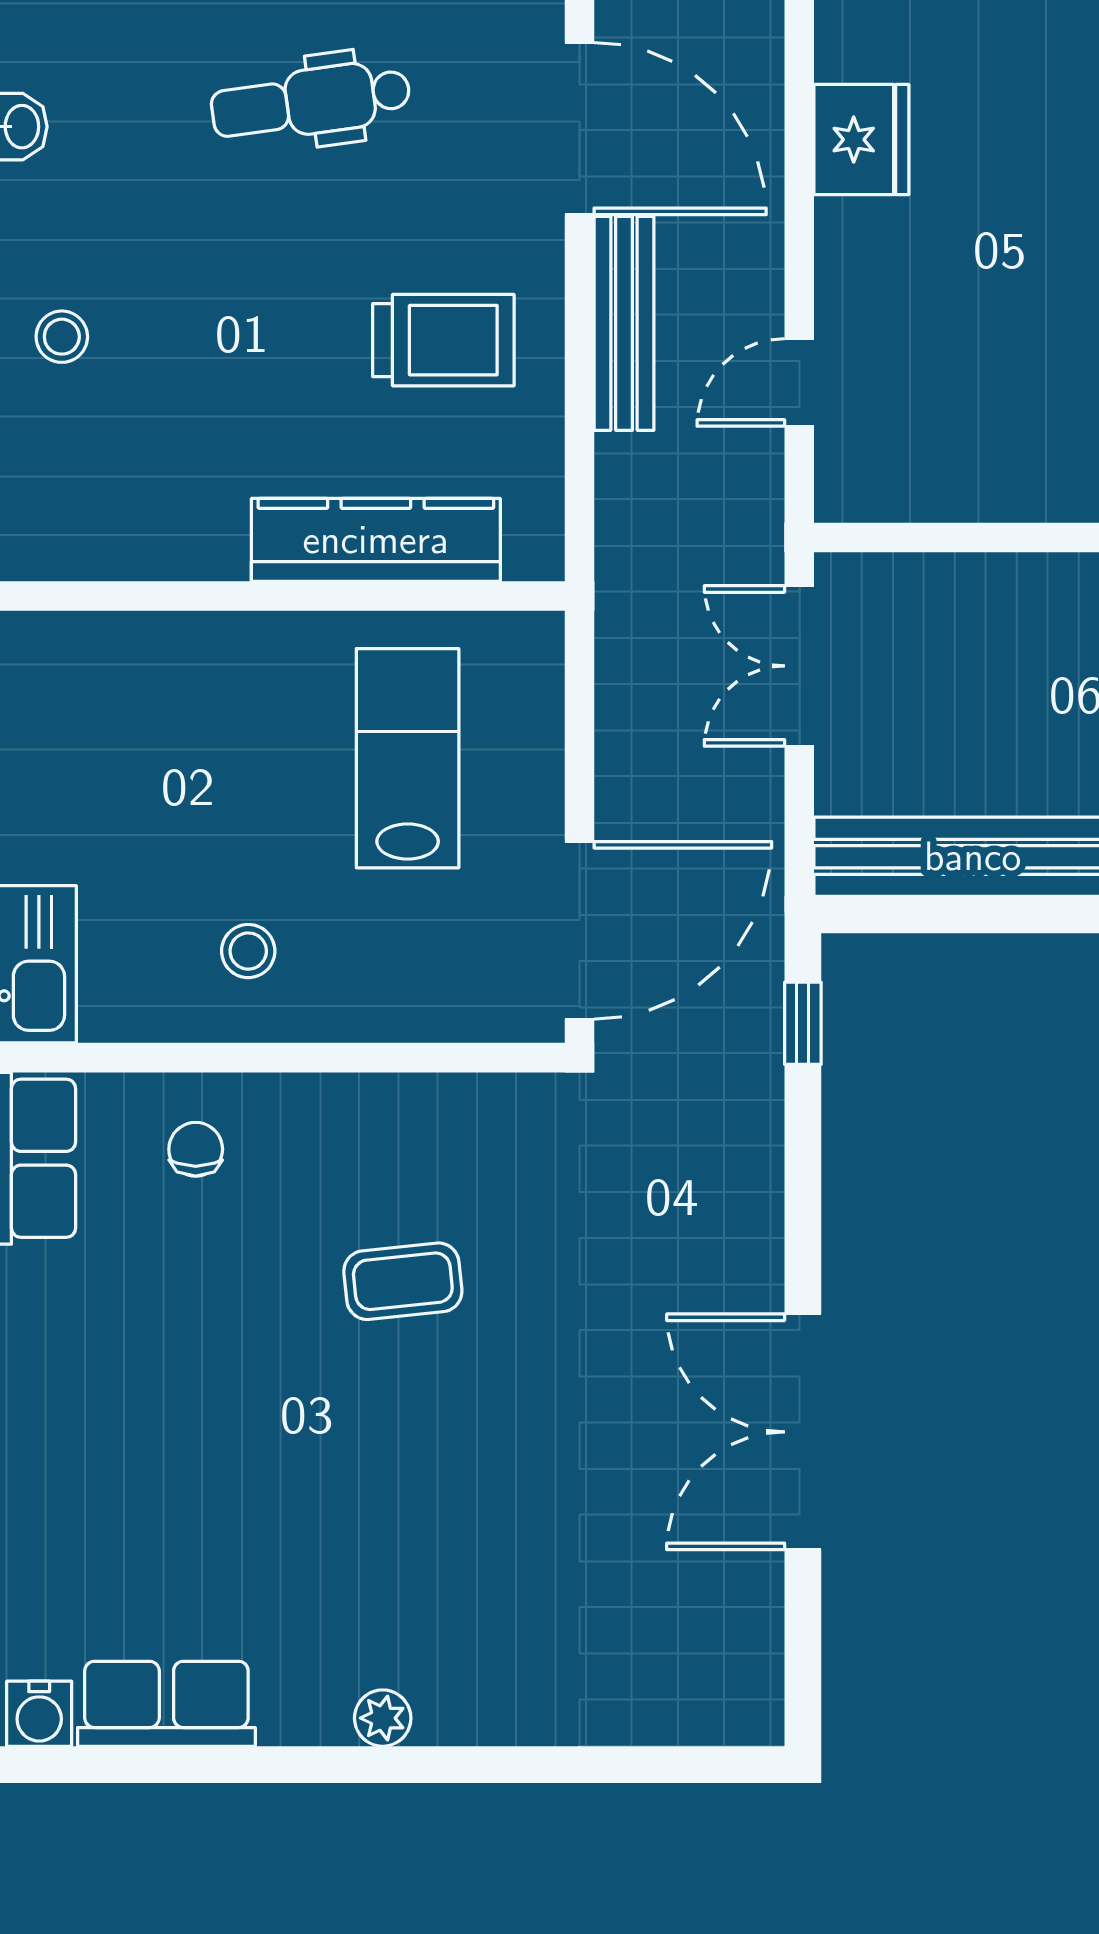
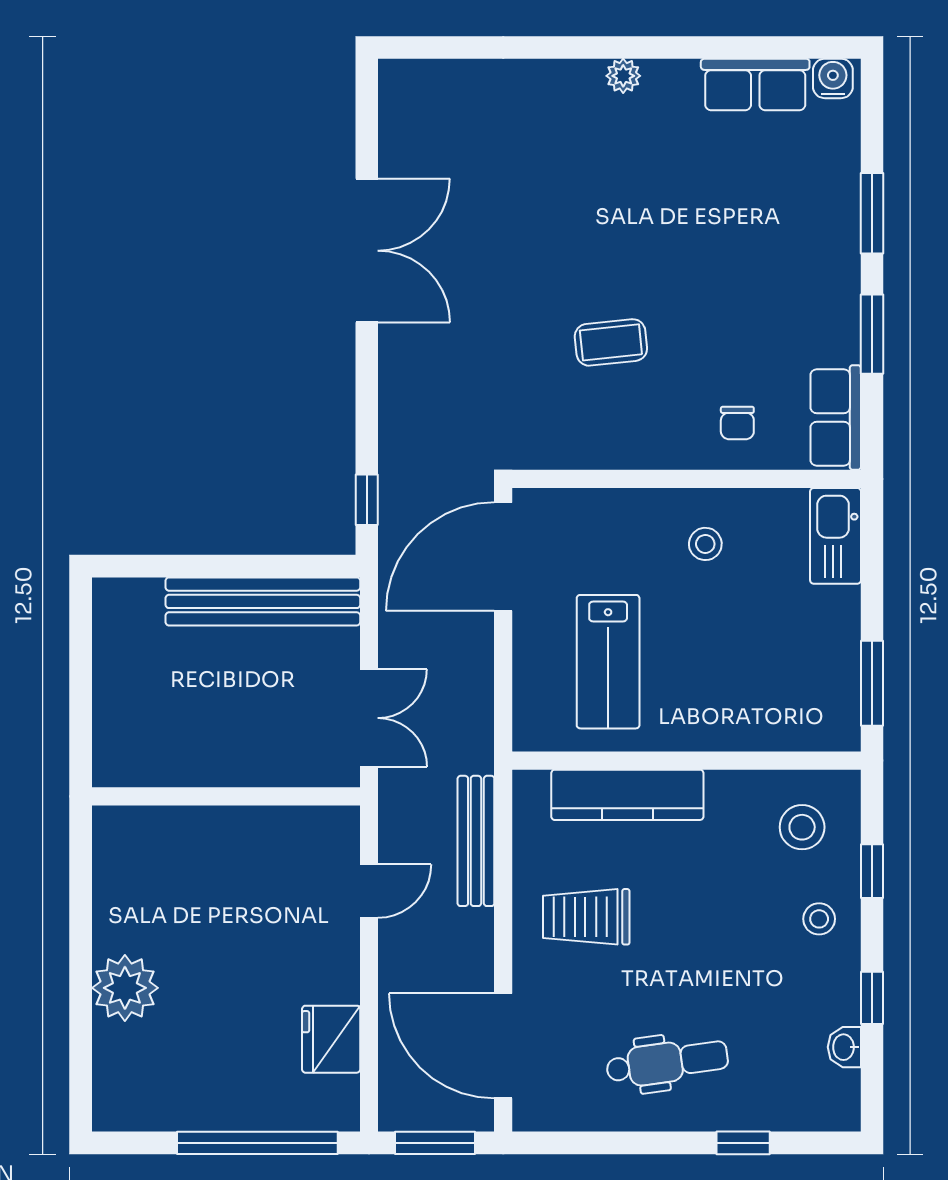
bench: (624, 323) -> (476, 841), moved
stool: (90, 487) -> (802, 827), added

